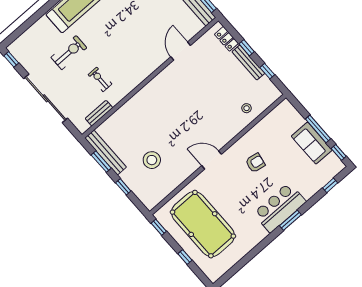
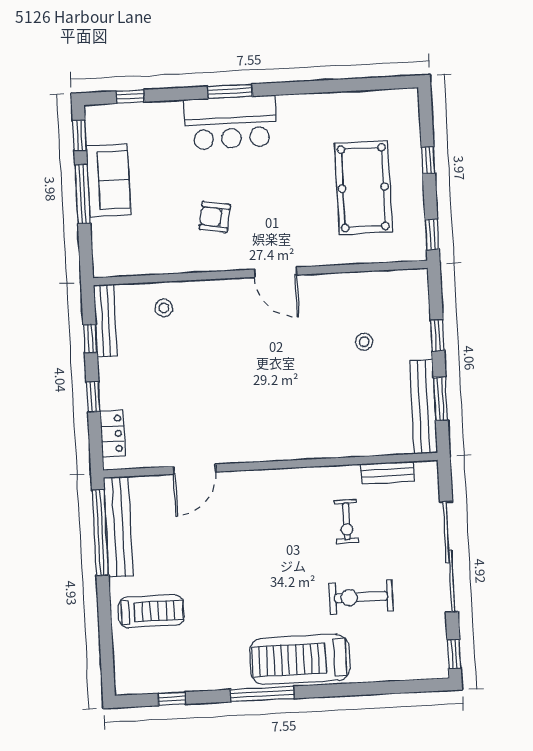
bench: (248, 63) -> (105, 321), moved
stool: (152, 160) -> (364, 342), width x0.53, depth x0.53
pool table: (203, 224) -> (363, 188), width x0.73, depth x0.76

